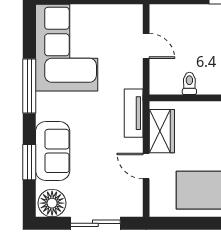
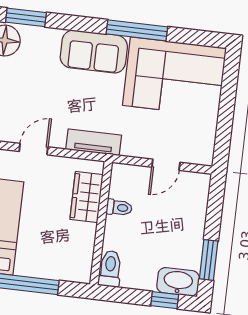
wardrobe: (162, 131) -> (86, 197), moved, turned 90
sofa: (53, 151) -> (94, 52), moved
window: (29, 162) -> (26, 17), moved

